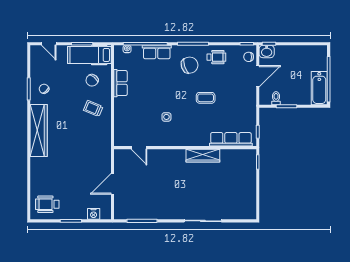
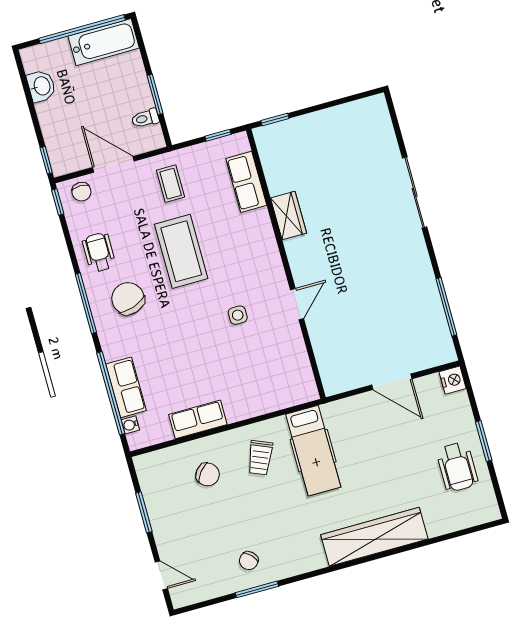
door: (49, 44) -> (161, 575), hinge flipped
washbasin: (267, 51) -> (41, 86), moved
row of seats: (157, 52) -> (126, 387), moved
hospital bed: (89, 55) -> (313, 451), moved
coffee table: (206, 98) -> (181, 251), width x1.86, depth x1.72
coffee table: (240, 102) -> (171, 184), added
wardrobe: (39, 130) -> (374, 537), moved
row of seats: (231, 139) -> (246, 182), width x0.68
door: (139, 148) -> (297, 304), moved
wardrobe: (203, 156) -> (288, 216), width x0.67
wheelchair: (47, 204) -> (457, 467), moved
nightstand: (94, 214) -> (453, 380), moved

